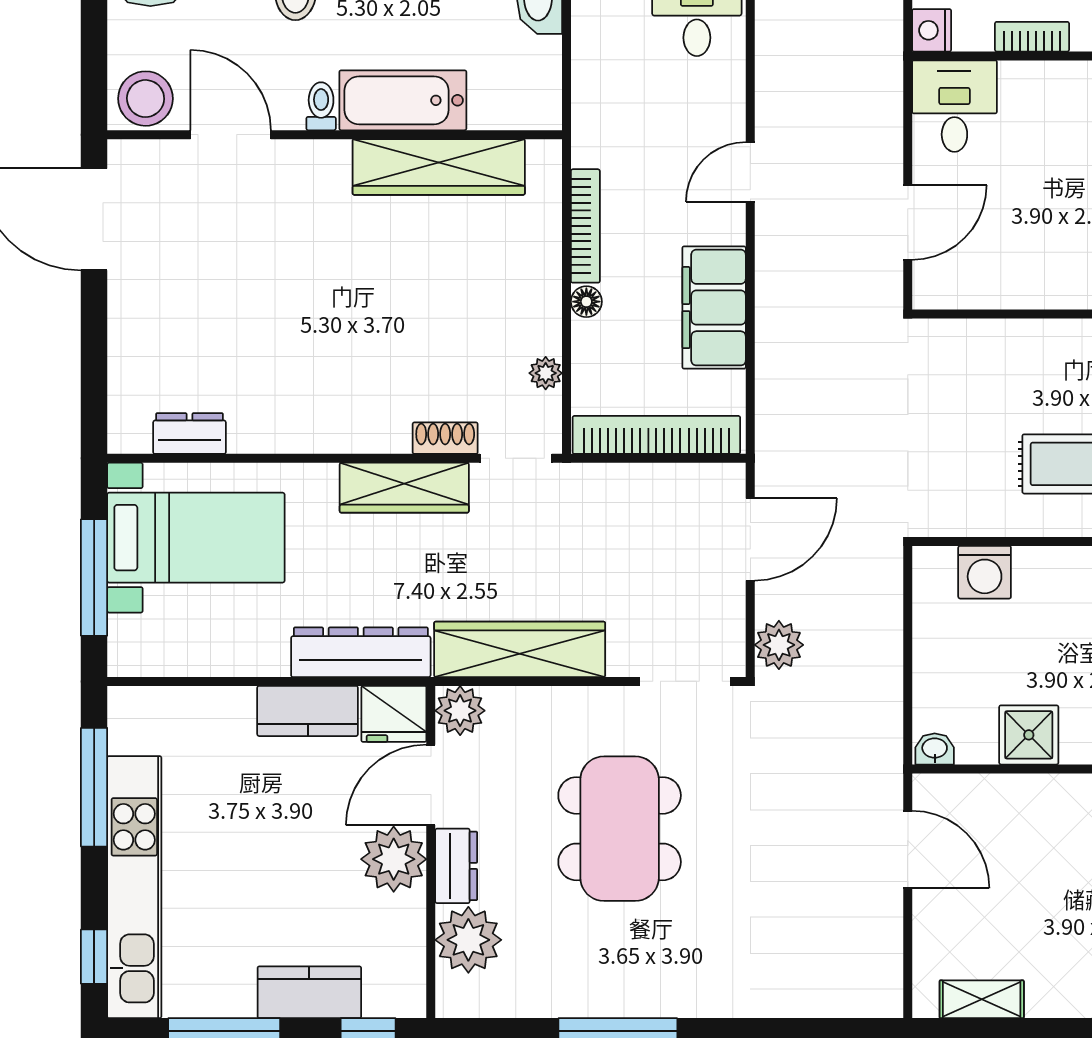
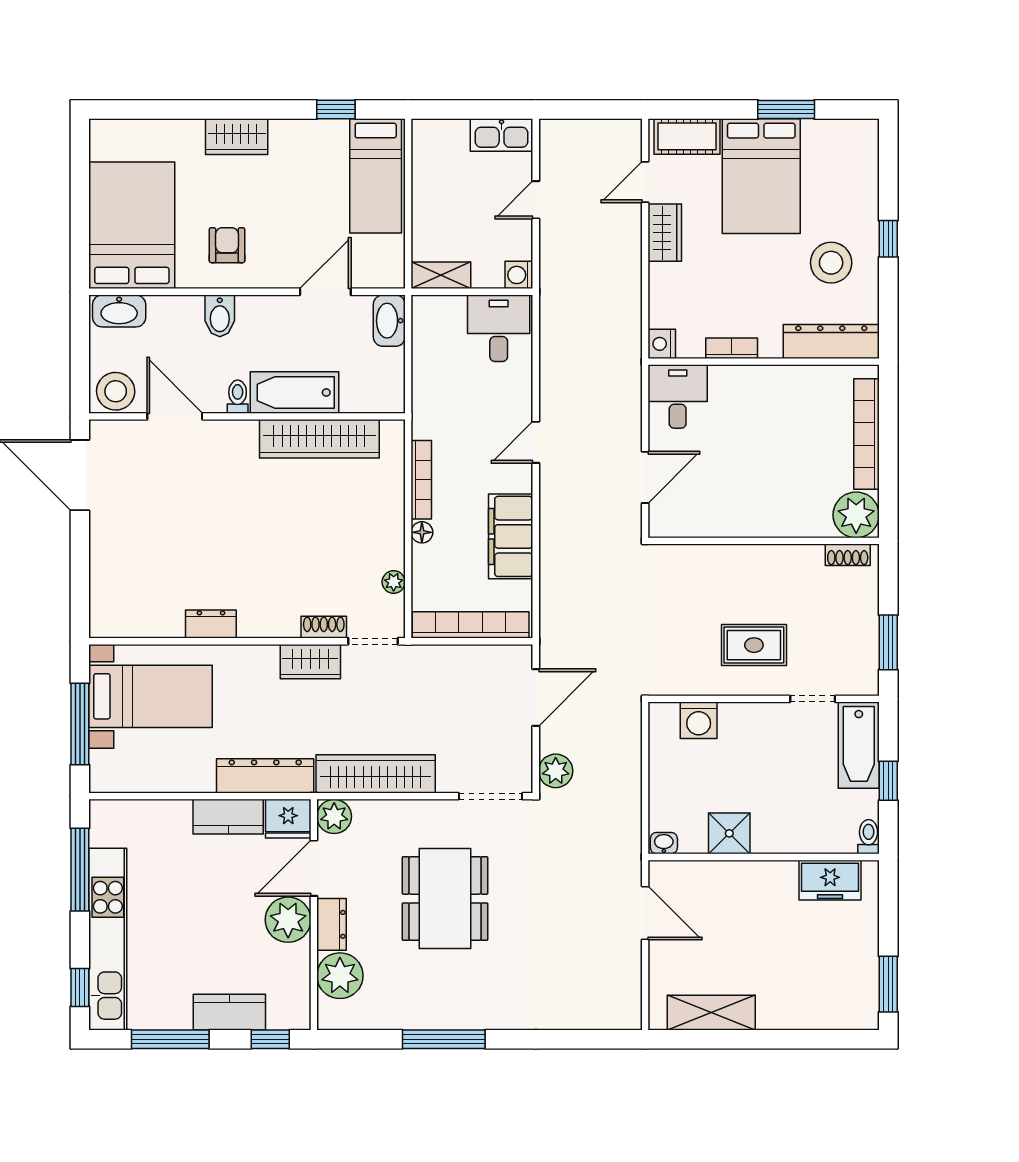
dresser: (189, 434) -> (211, 624), moved
wardrobe: (404, 488) -> (310, 662), width x0.67
shelving: (982, 999) -> (711, 1013), width x1.50, depth x1.33

